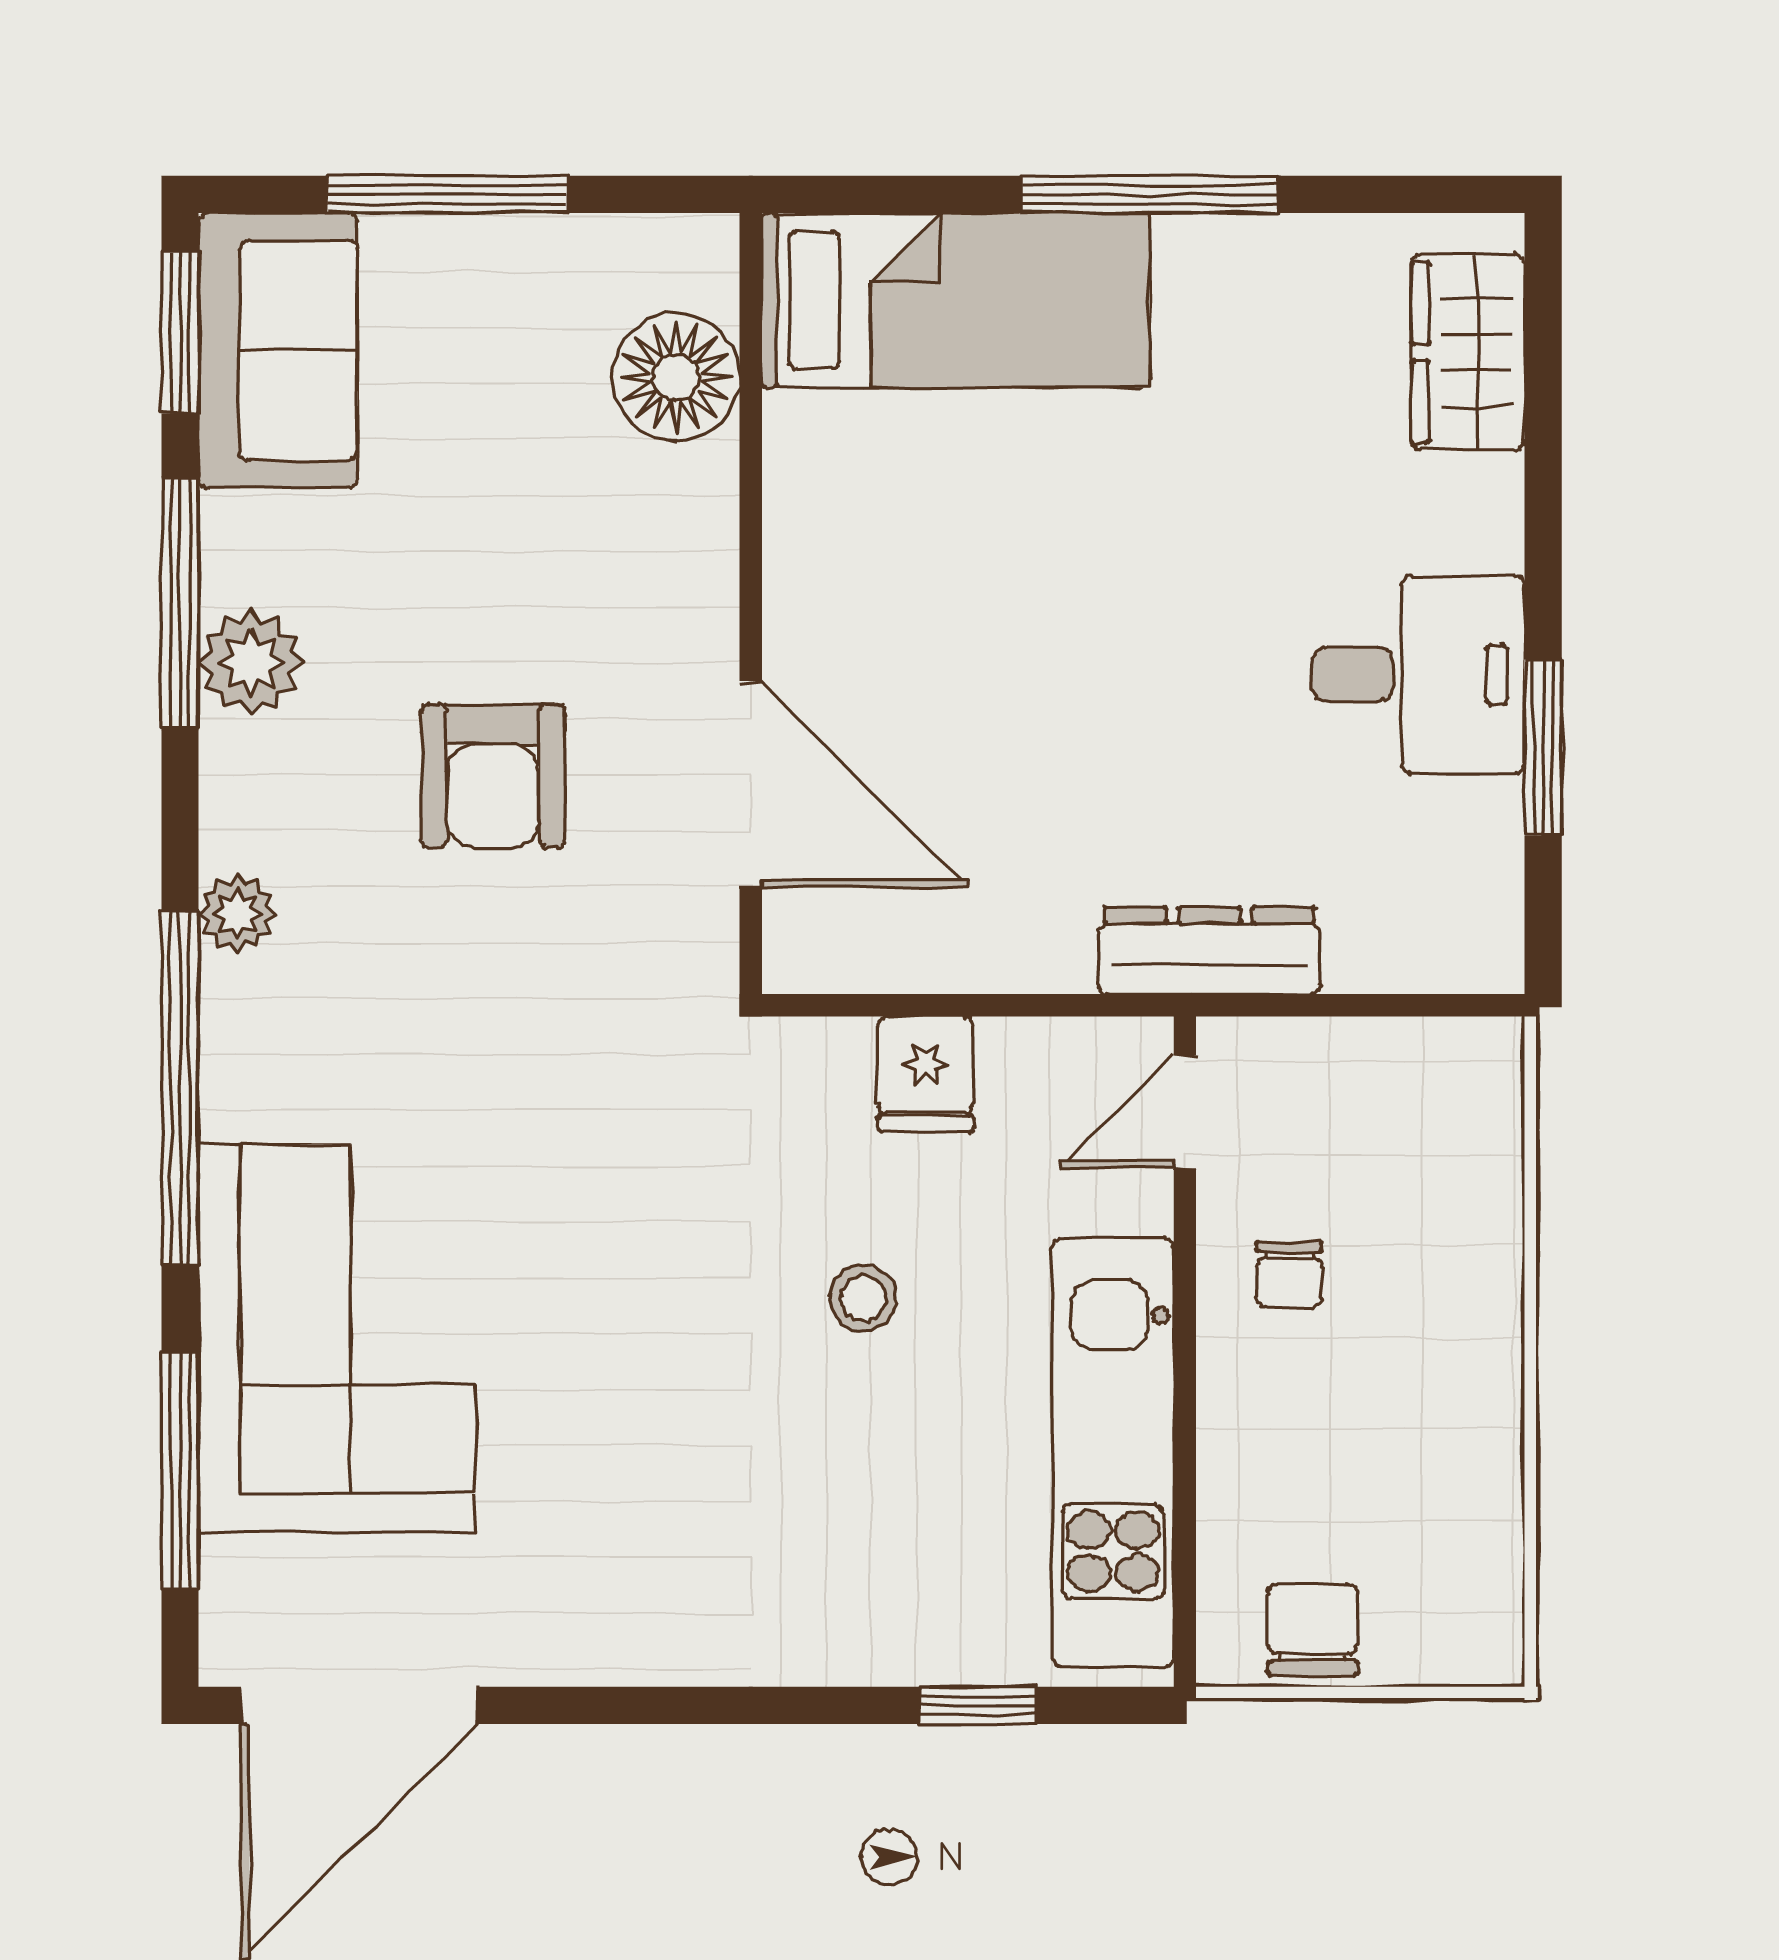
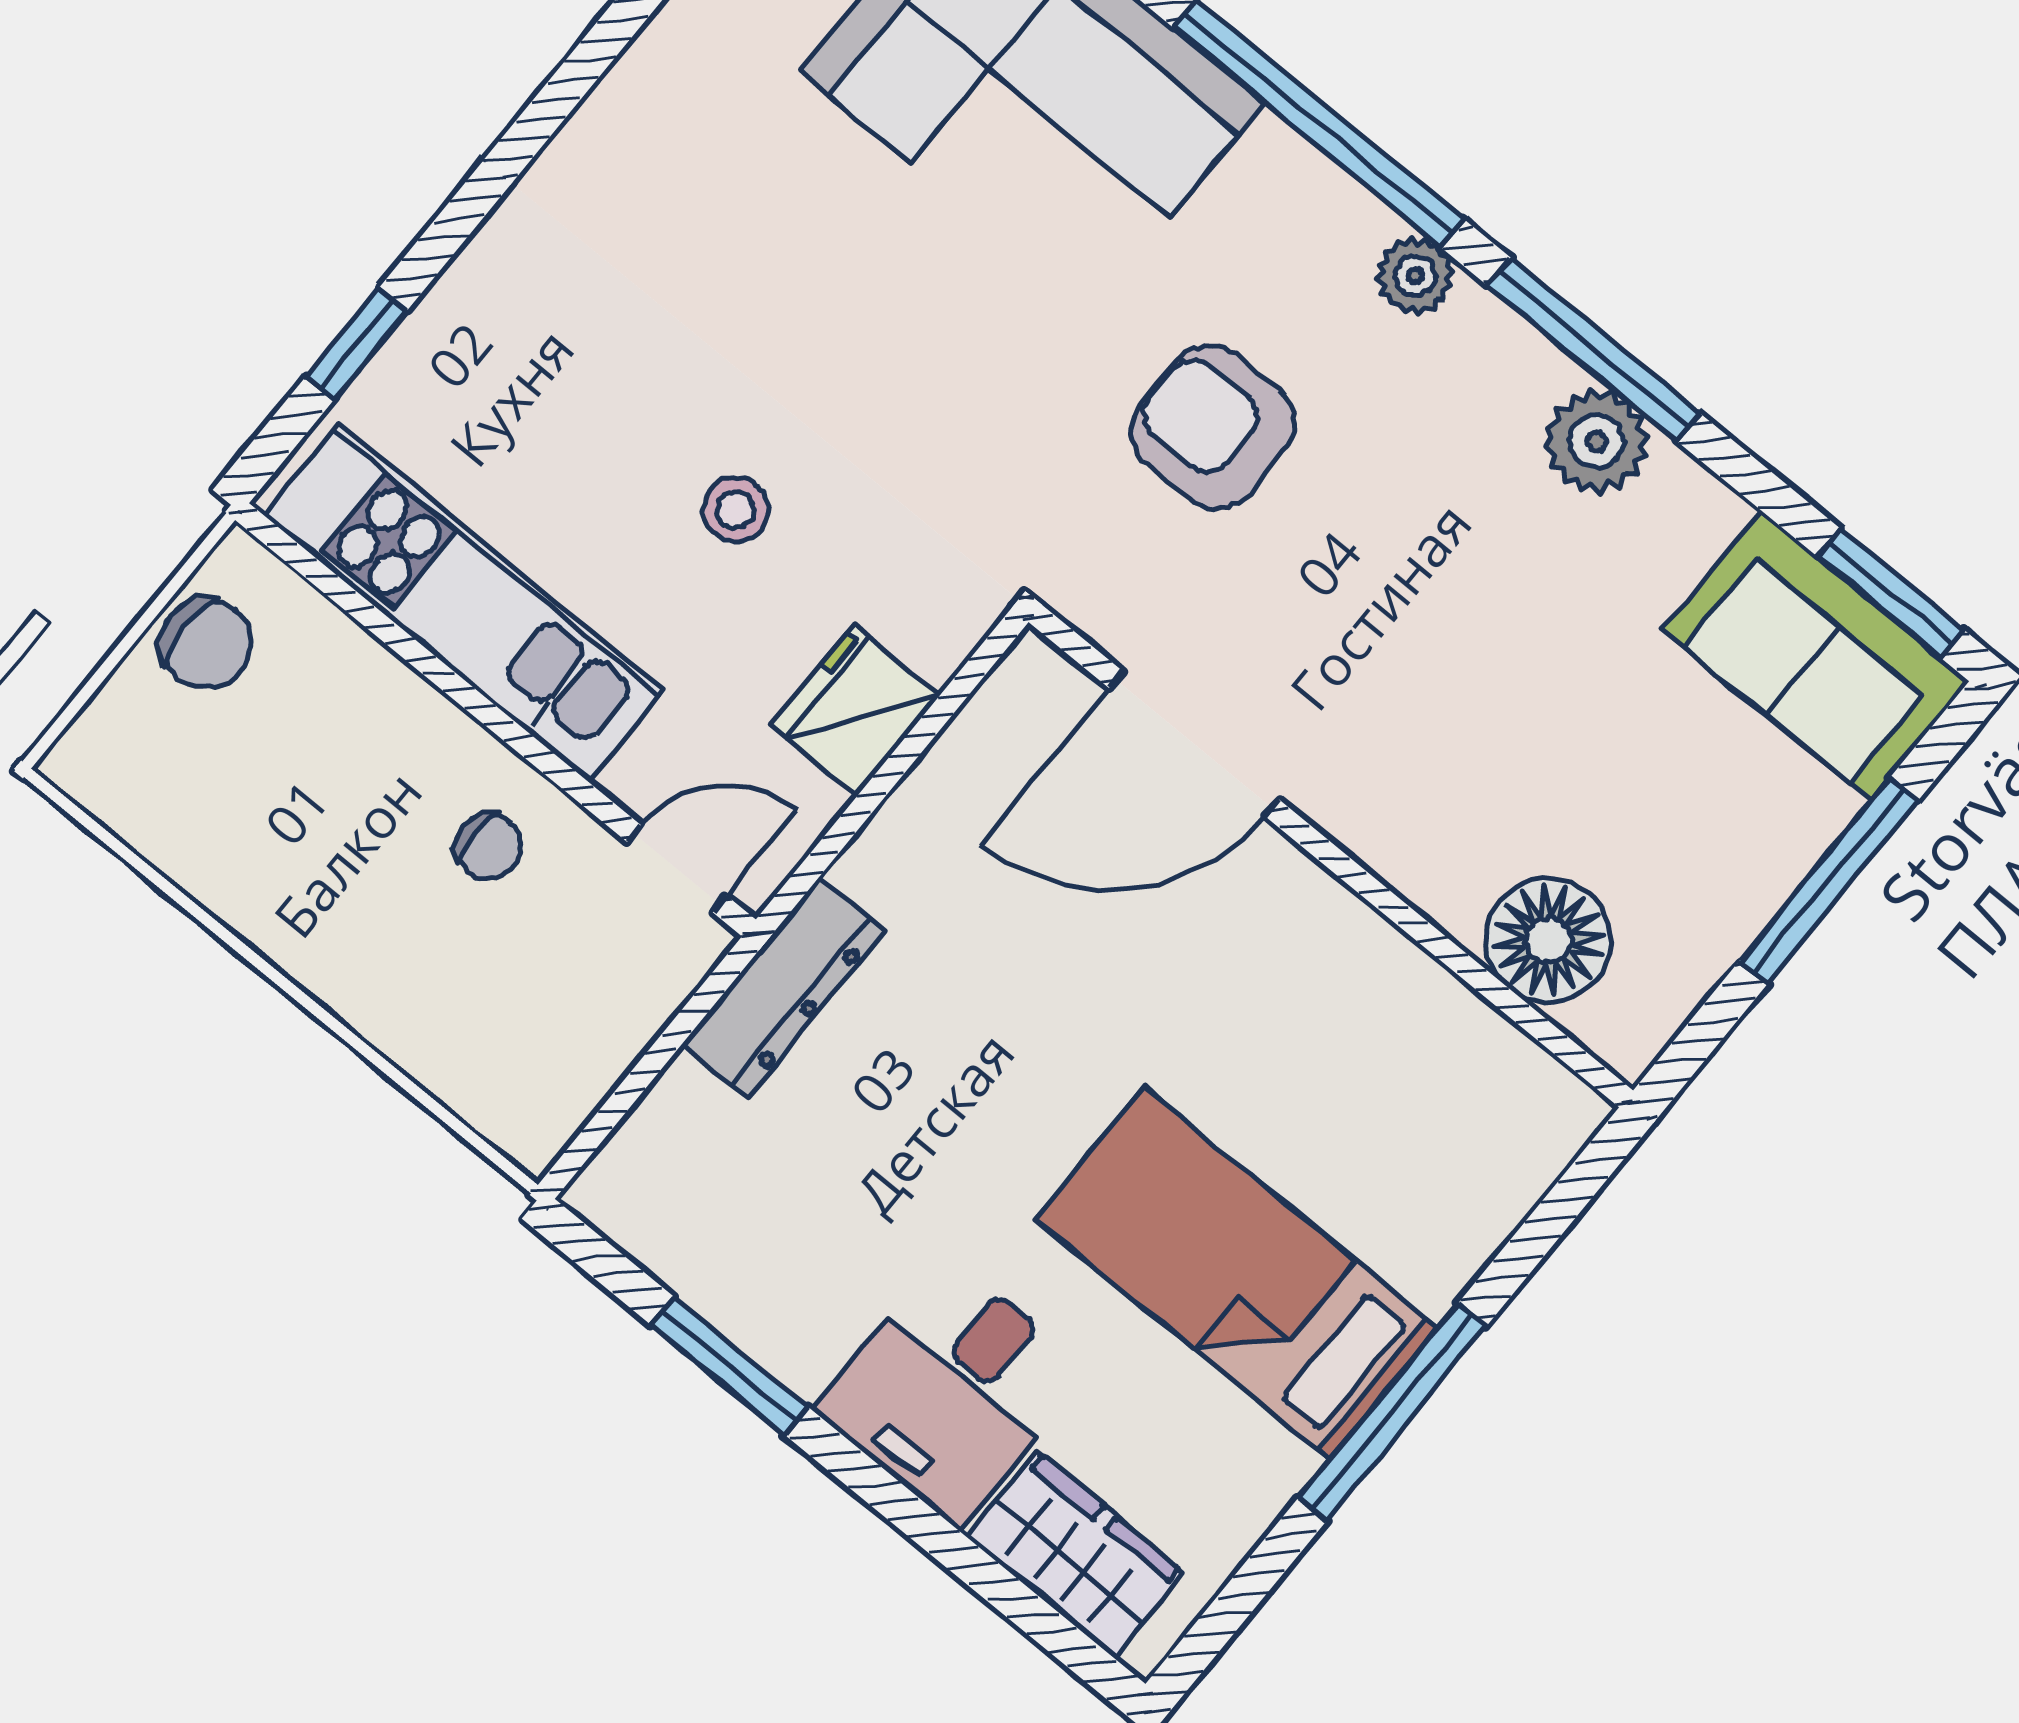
bed: (956, 300) -> (1237, 1274), moved, turned 90
window: (180, 602) -> (1594, 349), moved
desk: (1418, 675) -> (952, 1391), moved
armchair: (493, 776) -> (1213, 427), moved
fridge: (926, 1074) -> (855, 710), width x1.38
door: (1185, 1112) -> (677, 869), hinge flipped
chair: (1289, 1275) -> (489, 847), turned 180

